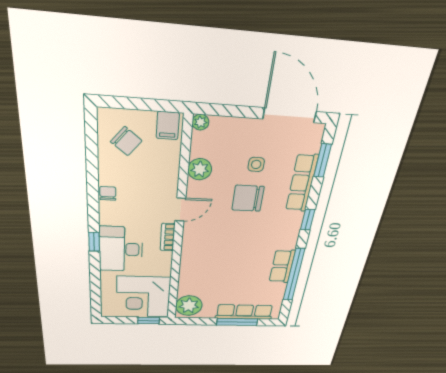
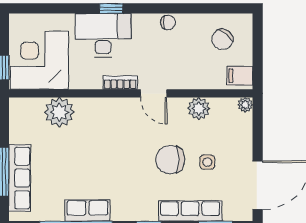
chair: (248, 198) -> (170, 160), turned -90
plant: (189, 306) -> (59, 112), moved

